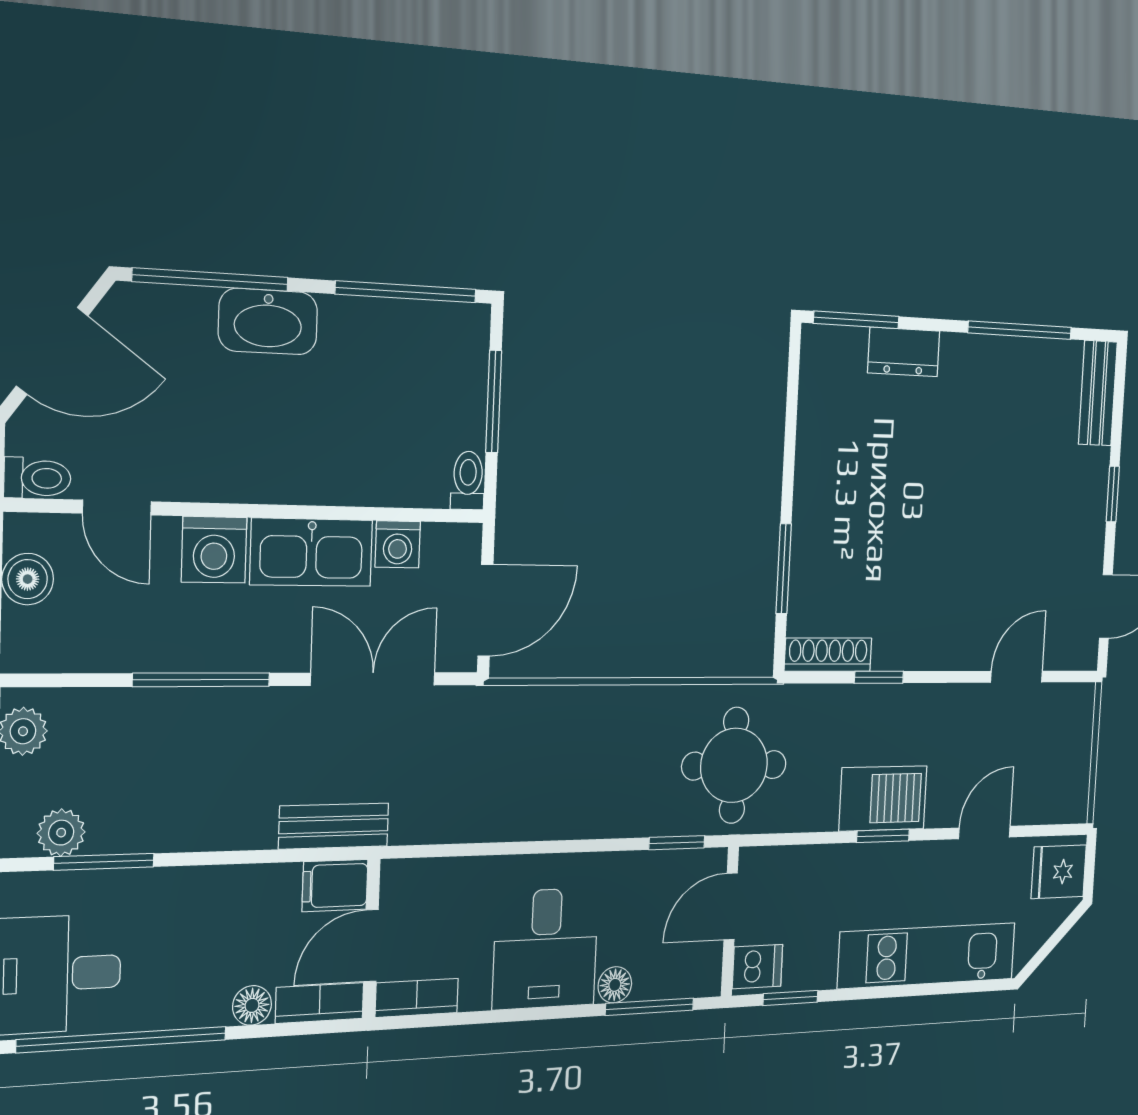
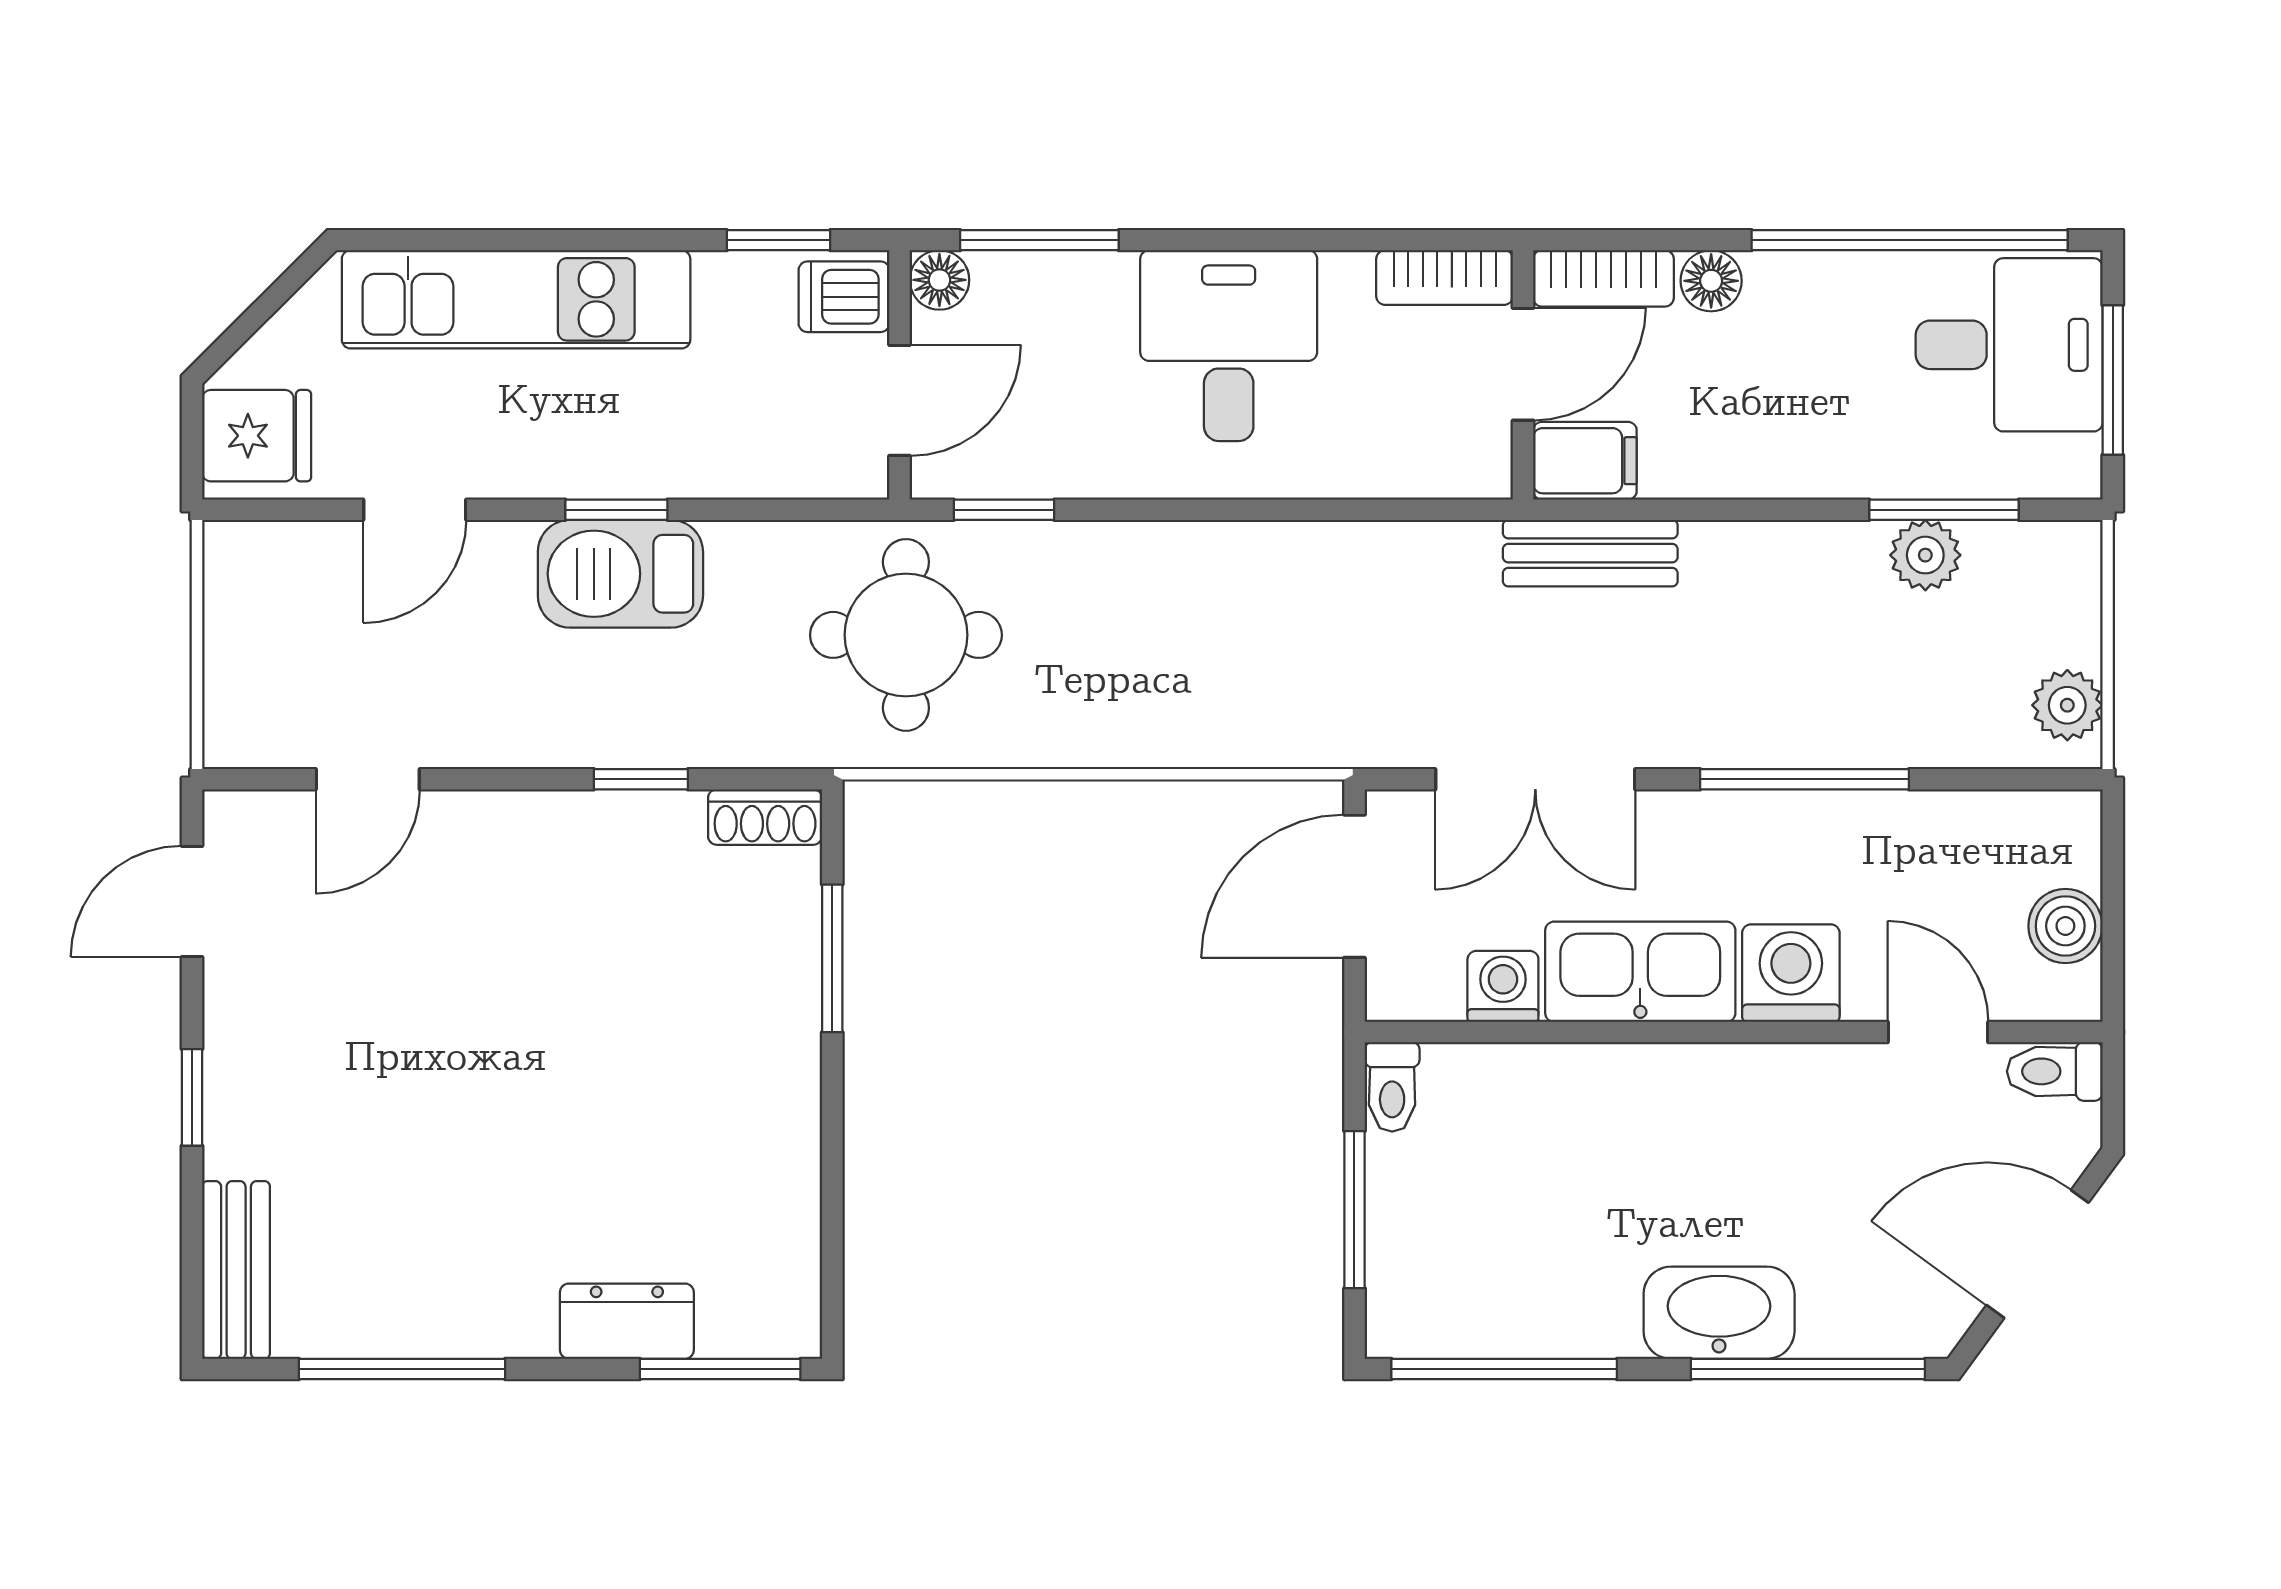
shoe rack: (828, 655) -> (765, 817), width x0.70
plant: (61, 833) -> (1925, 555), moved
floor lamp: (615, 985) -> (939, 280), moved

